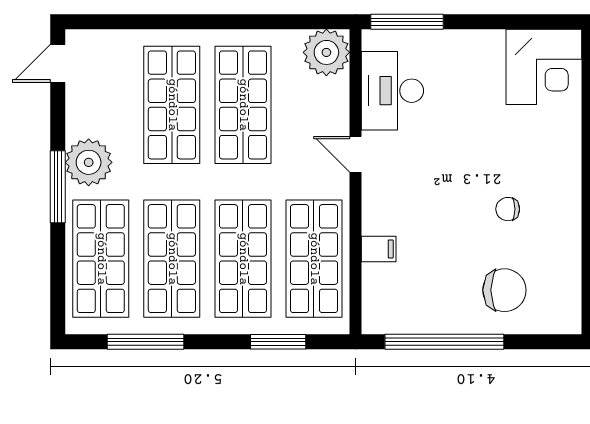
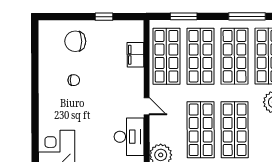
filing cabinet: (379, 249) -> (135, 55), width x2.00
window: (444, 342) -> (104, 17), width x0.32

